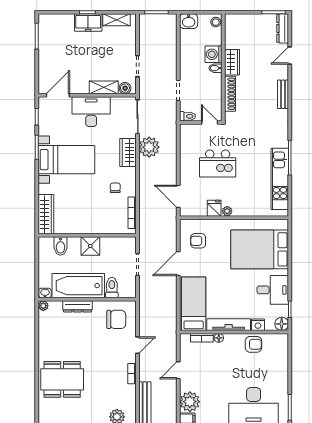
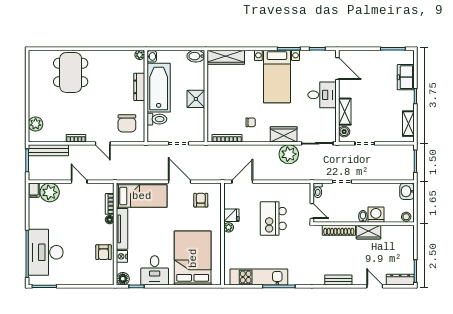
freezer: (88, 22) -> (406, 77), moved
desk: (91, 112) -> (322, 95), width x0.73
door: (210, 122) -> (312, 211), hinge flipped
bidet: (61, 246) -> (196, 56), moved

